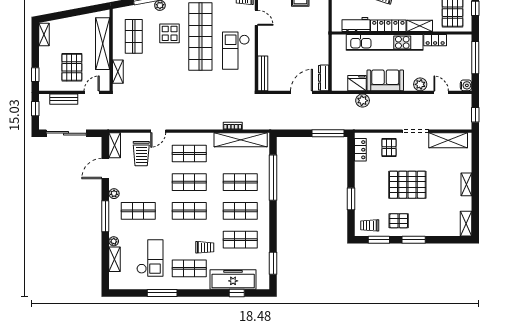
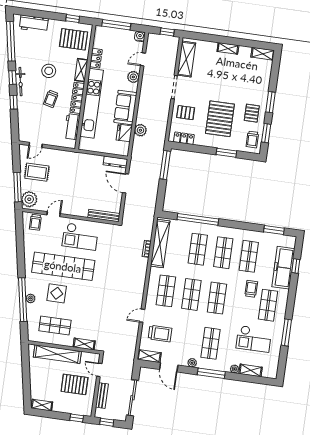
door: (158, 131) -> (142, 316), swing flipped
pallet: (407, 185) -> (220, 119), moved
checkout: (150, 258) -> (254, 339), turned 180

